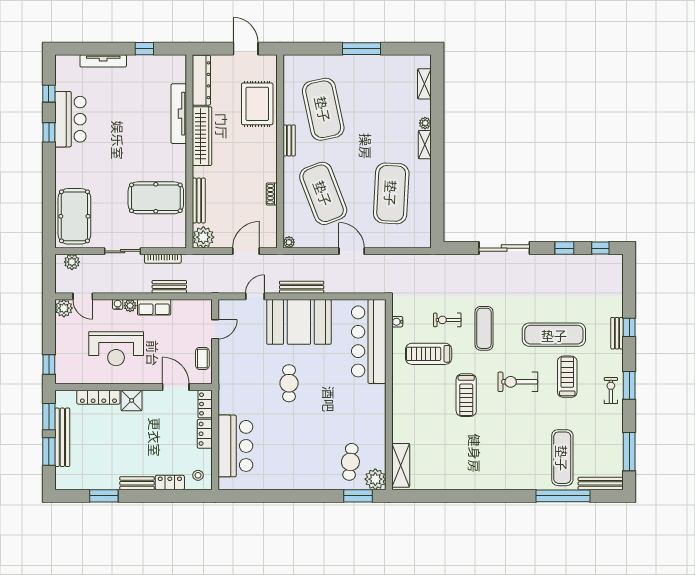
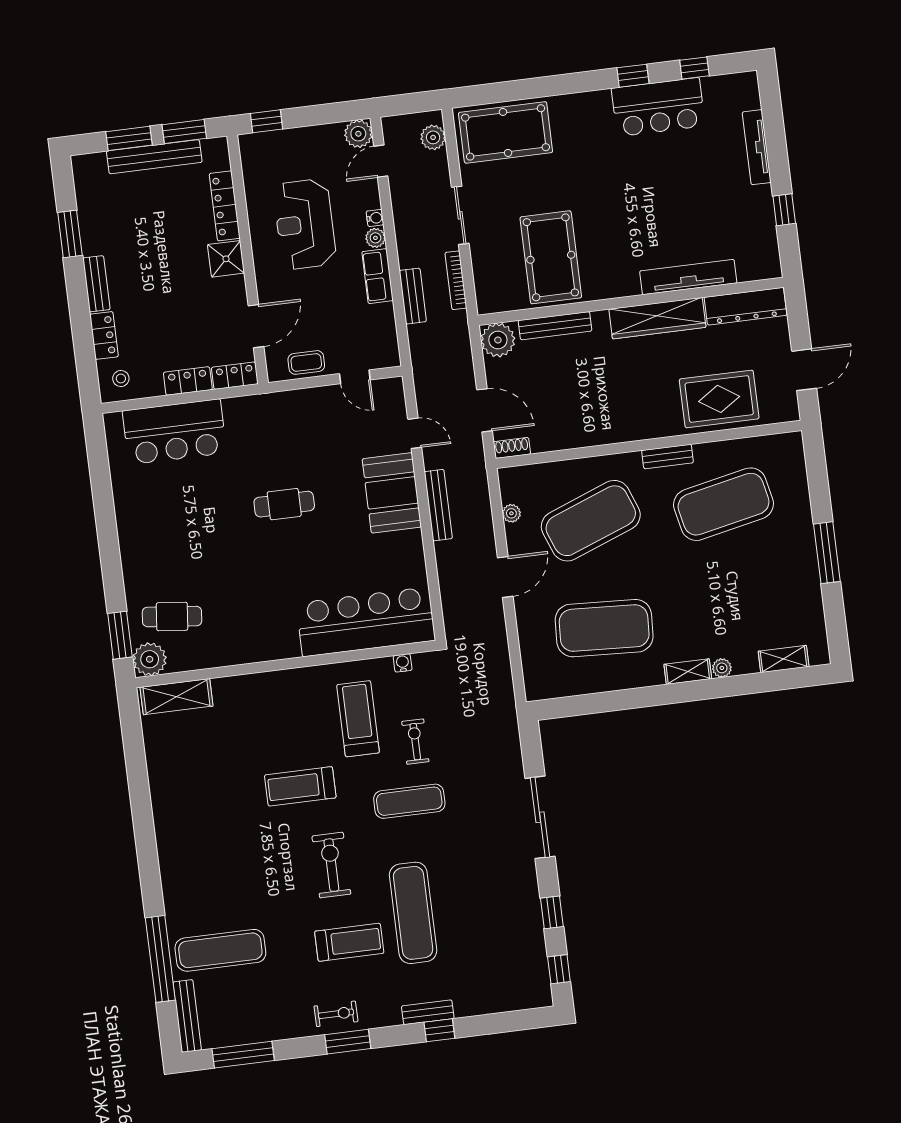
shoe rack: (272, 194) -> (512, 448), moved
plant: (289, 242) -> (511, 513), moved
booth: (299, 322) -> (392, 493), width x0.73, depth x0.70

